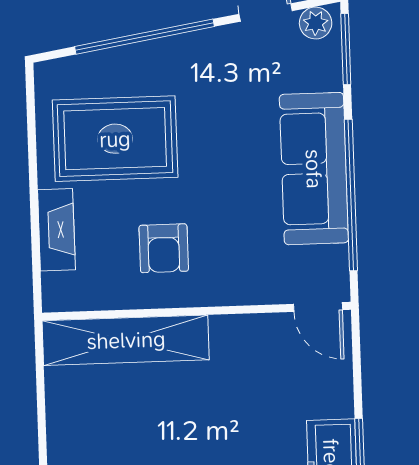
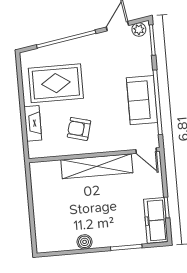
sofa: (314, 169) -> (142, 100), width x0.73
armchair: (164, 248) -> (79, 129), turned 105
shelving: (126, 340) -> (97, 166), moved

